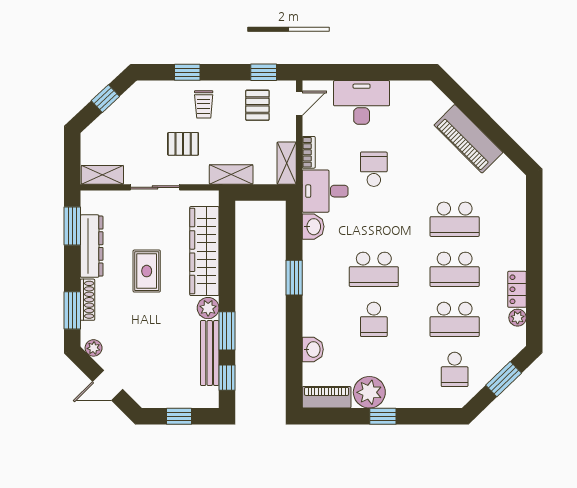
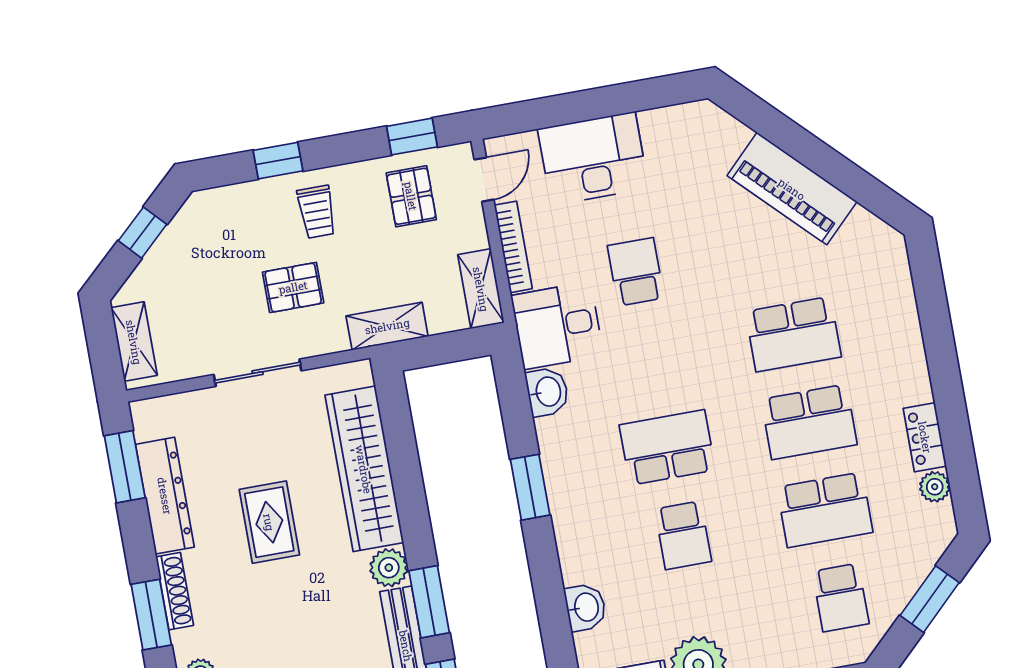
bookcase: (309, 152) -> (513, 247), width x1.56
shelving: (102, 175) -> (134, 342), moved, turned 90
school desk: (374, 269) -> (667, 447), turned 180

